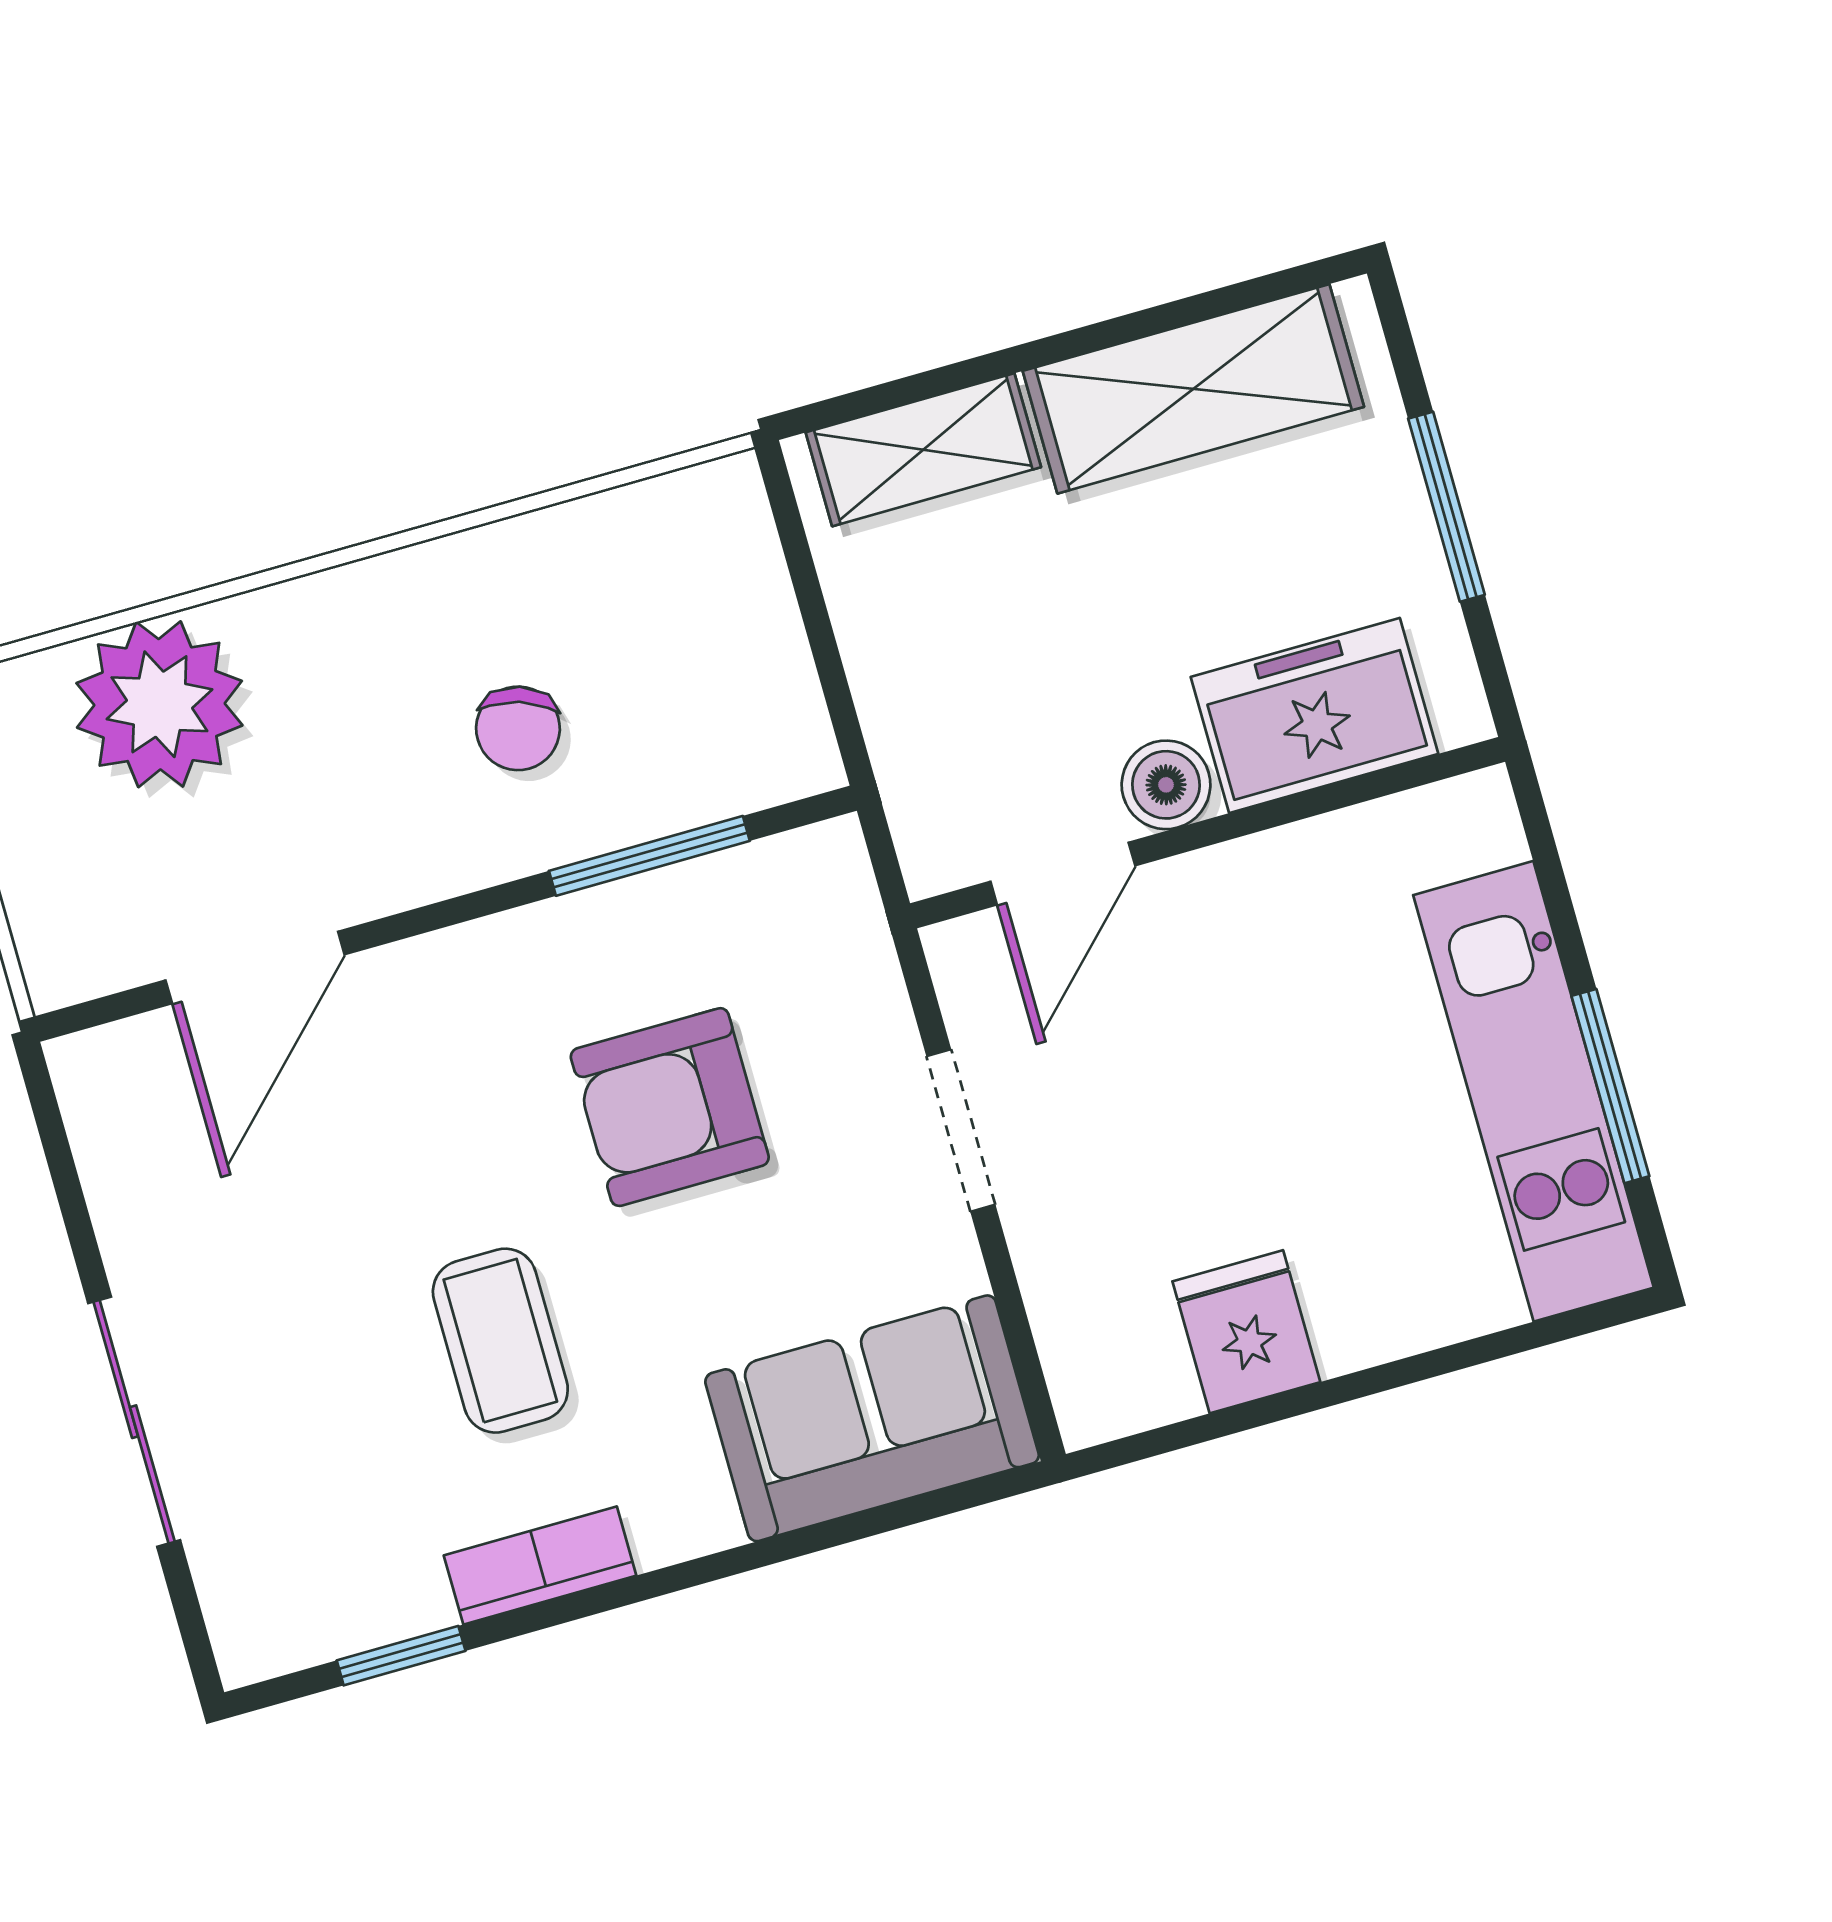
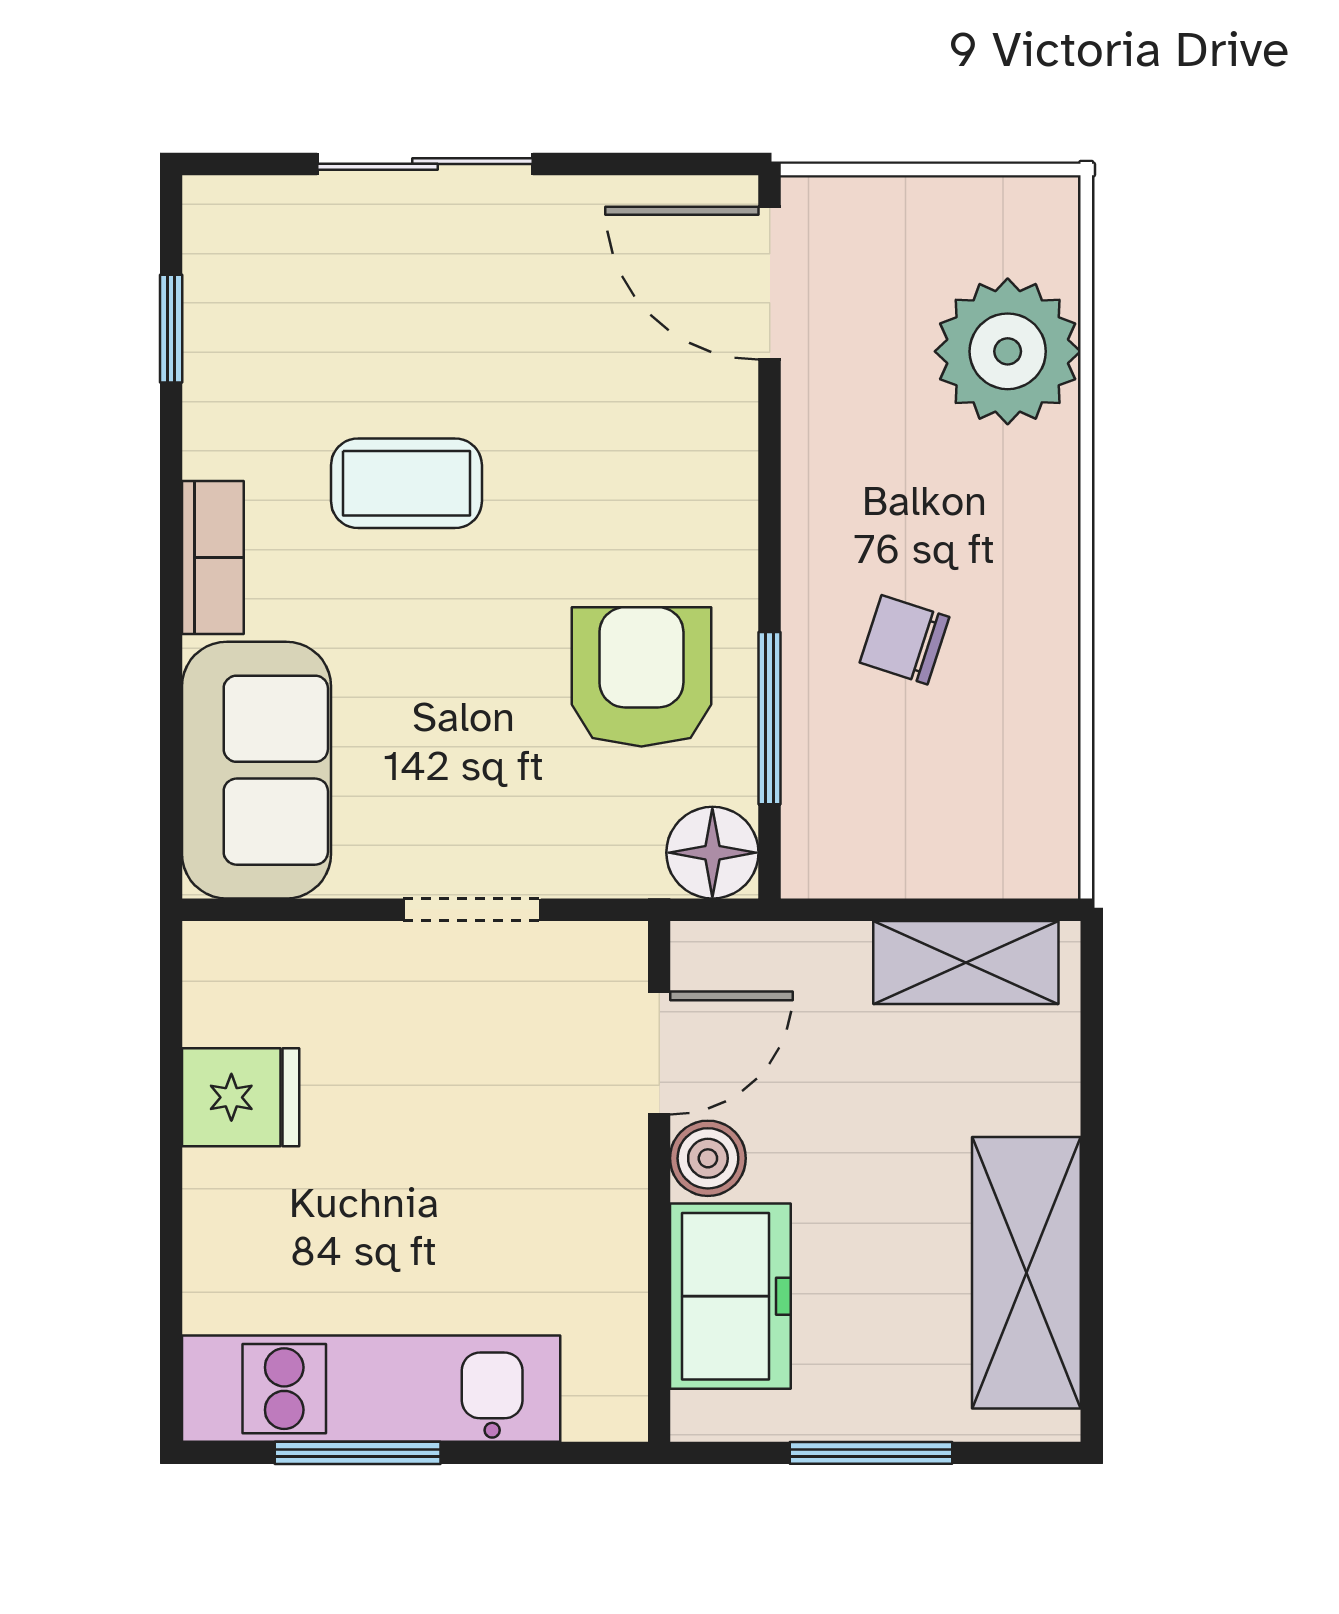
shelving: (923, 450) -> (966, 962), moved, turned 90
door: (1063, 874) -> (659, 1053), swing flipped
floor lamp: (820, 877) -> (712, 853), added
door: (255, 967) -> (770, 283), moved
armchair: (670, 1107) -> (641, 677), moved
bookcase: (540, 1565) -> (213, 558), moved

